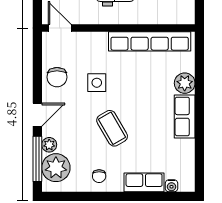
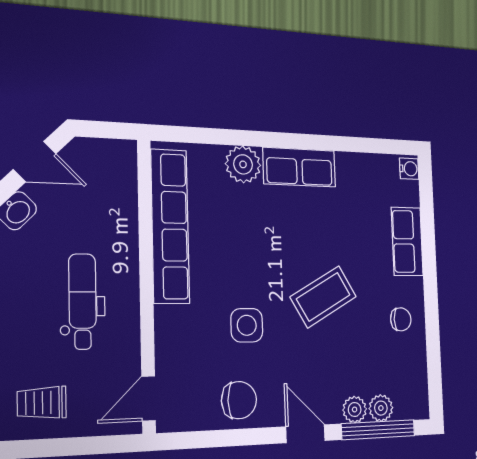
plant: (56, 168) -> (381, 408), width x0.53, depth x0.53
water cooler: (171, 186) -> (409, 169), moved

